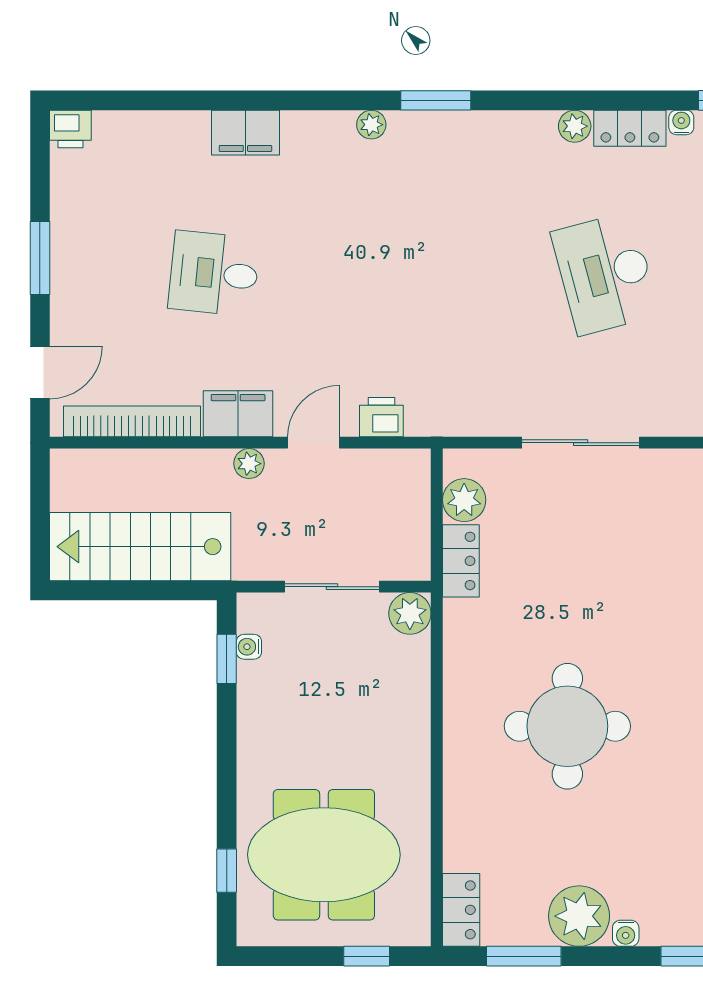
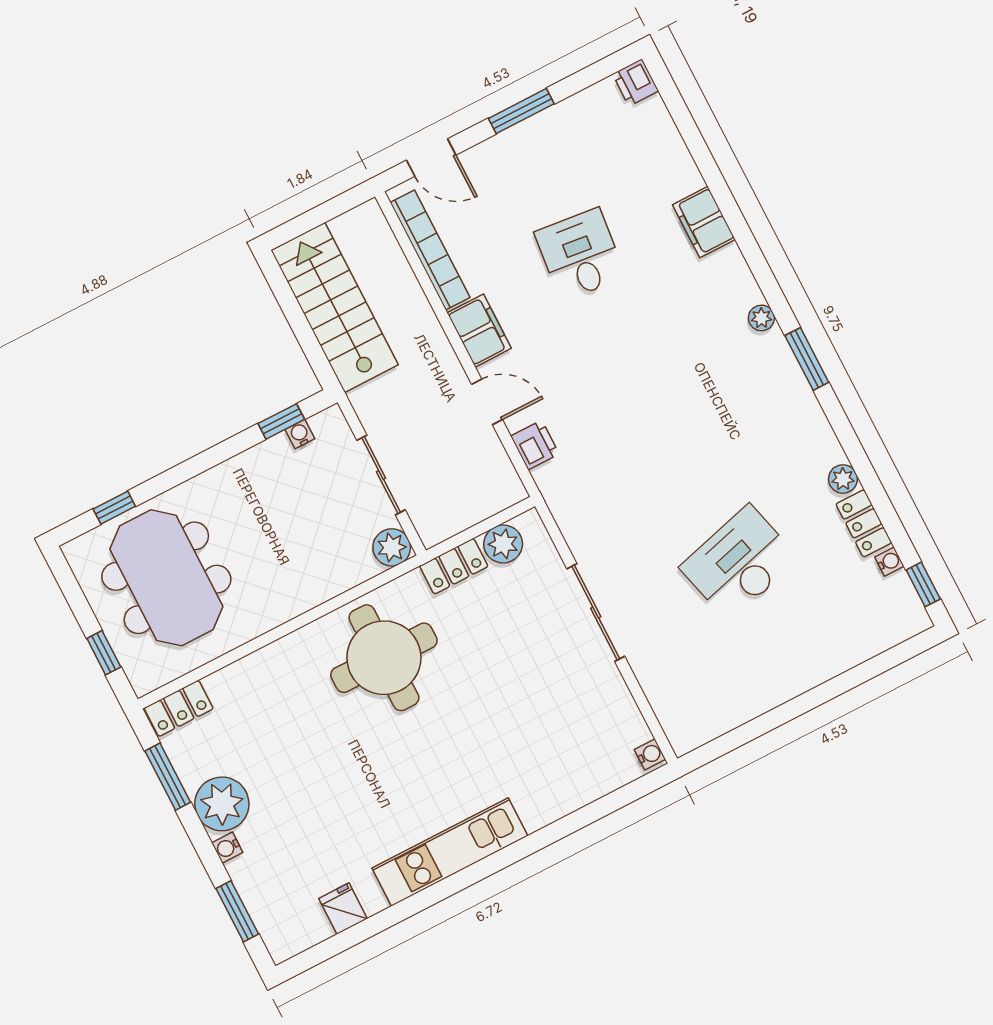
plant: (249, 464) -> (444, 359), removed
round table: (567, 726) -> (384, 658), moved

